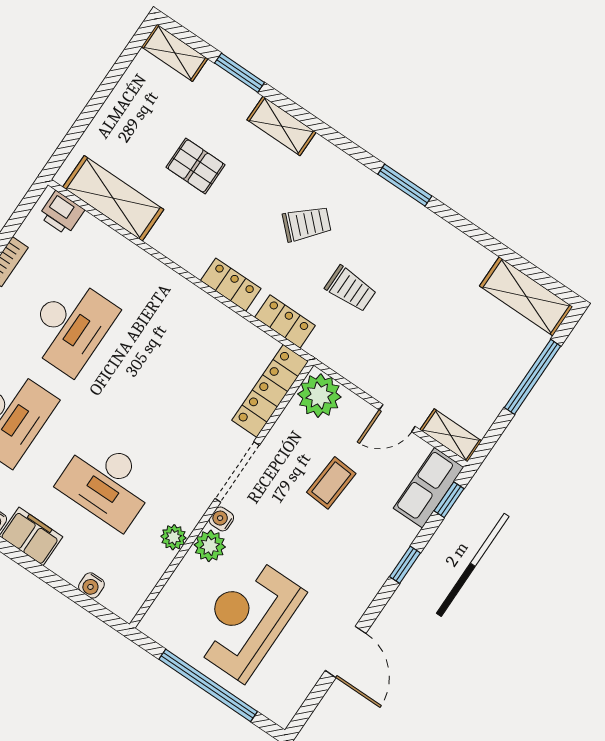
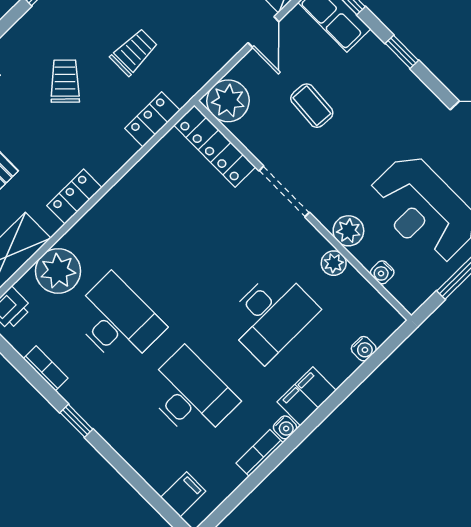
plant: (110, 255) -> (58, 271), added
locker: (231, 285) -> (74, 197), moved
water cooler: (221, 519) -> (382, 272), moved

